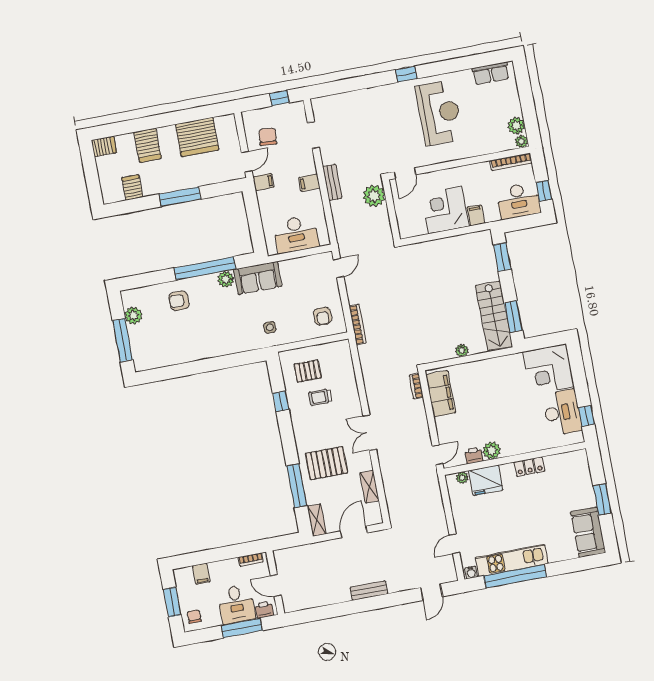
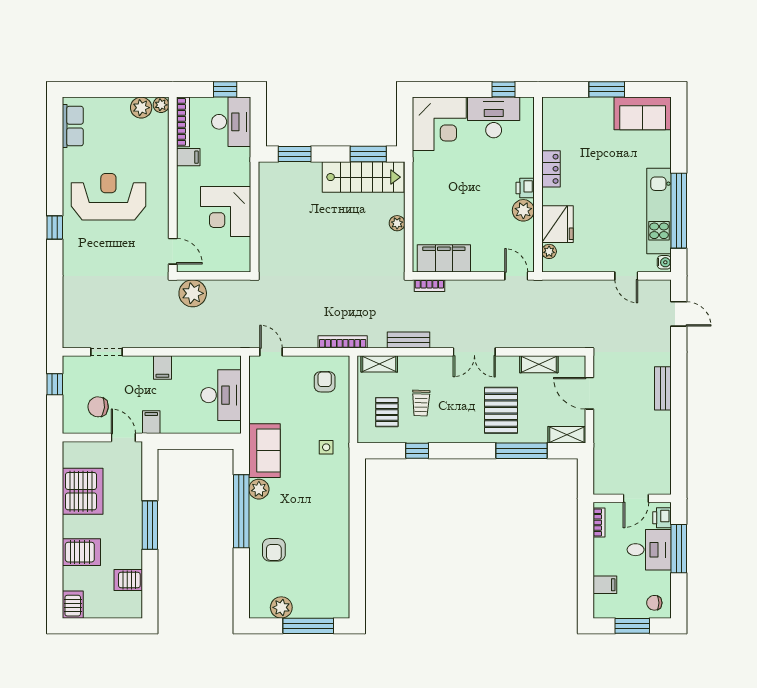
bench: (332, 182) -> (408, 340), moved
filing cabinet: (476, 215) -> (188, 157), moved, turned 180
armchair: (323, 316) -> (325, 382), turned -90
shelving: (345, 357) -> (379, 364), added
printer: (474, 455) -> (525, 188), moved

